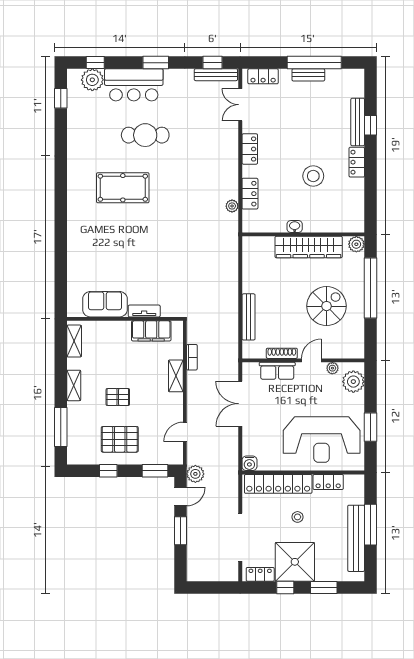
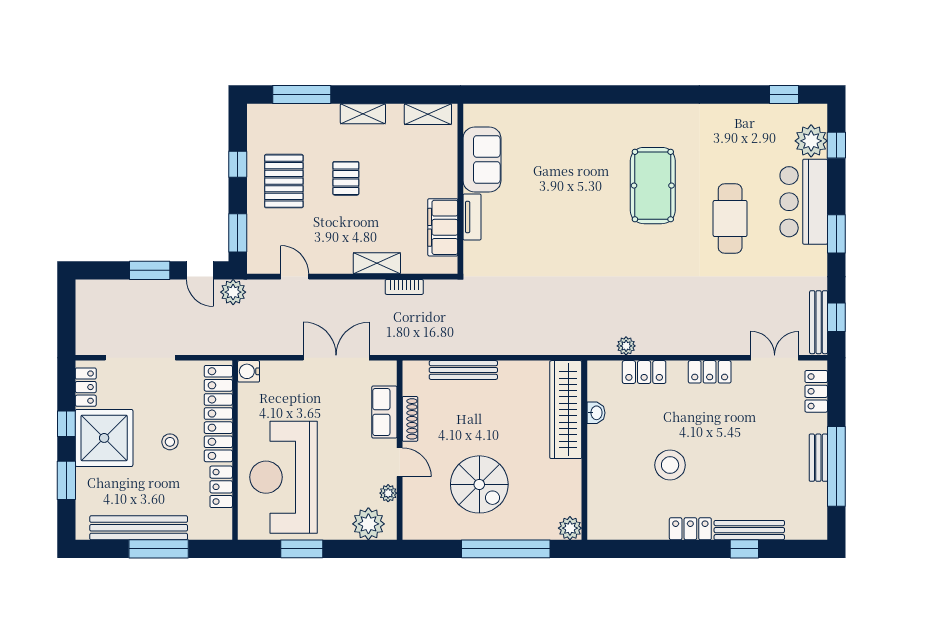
washbasin: (295, 226) -> (596, 413), moved
wardrobe: (309, 247) -> (566, 410), moved

